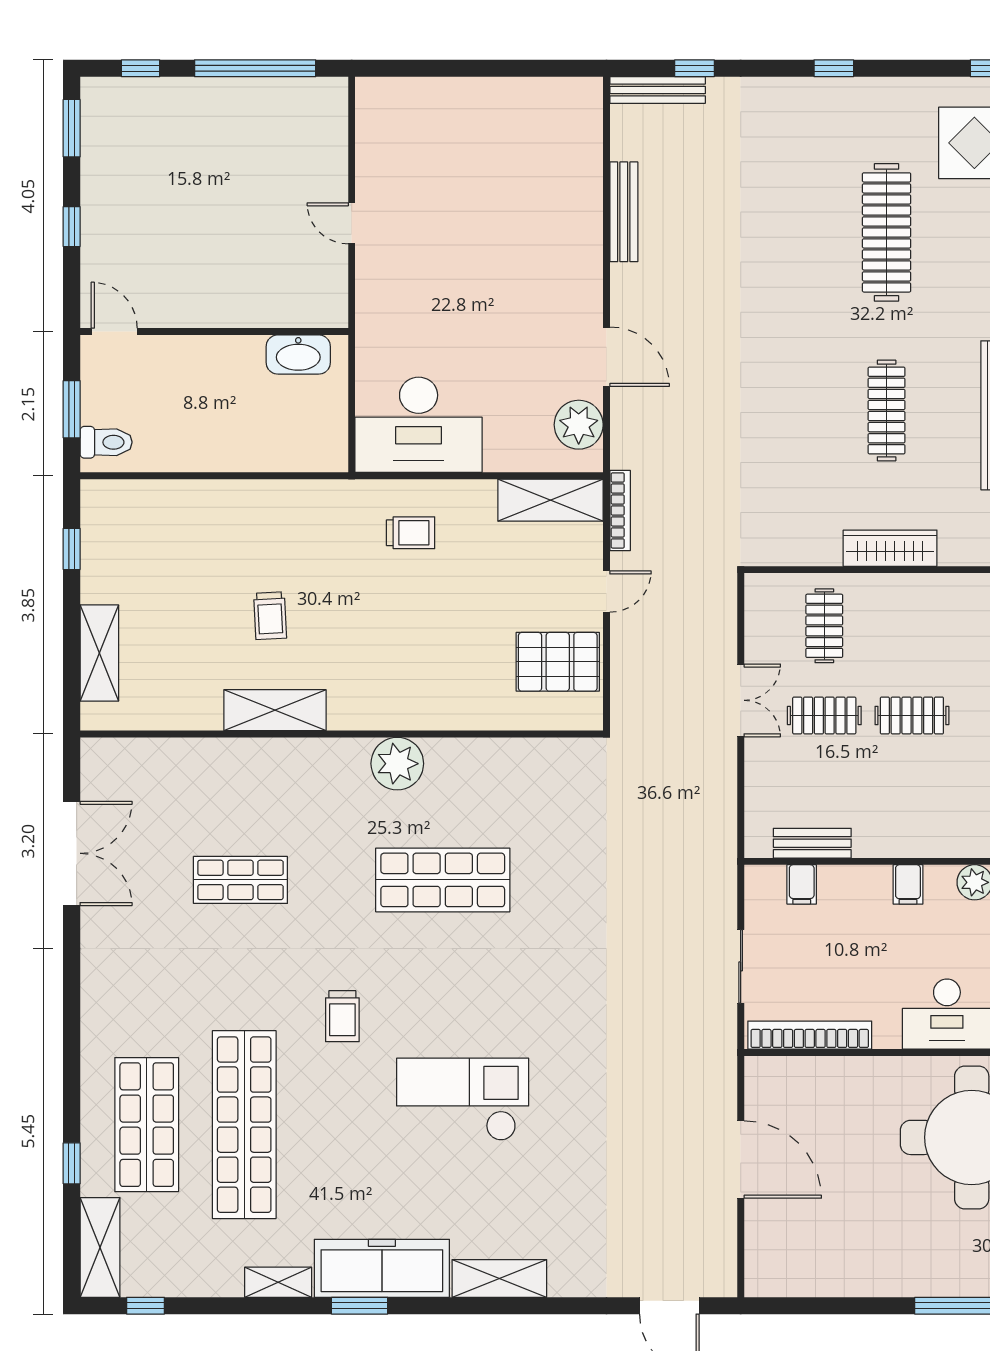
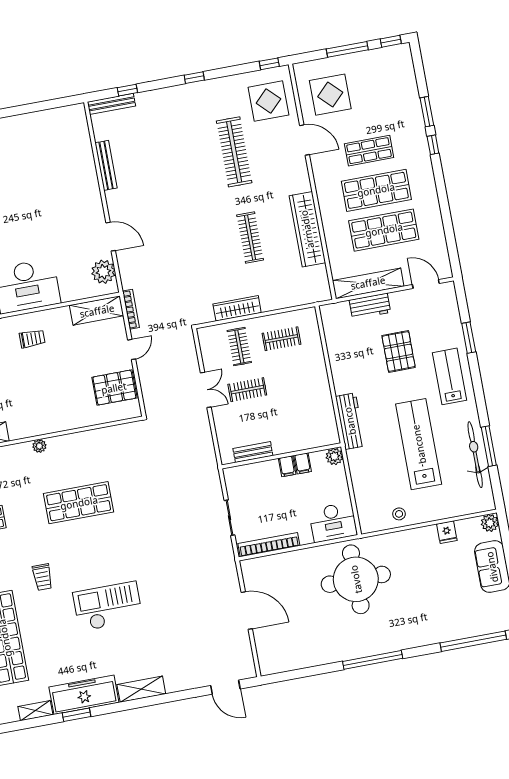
wardrobe: (890, 548) -> (237, 308), moved
clothes rail: (912, 715) -> (281, 339), moved
plant: (397, 764) -> (39, 446), width x0.53, depth x0.53
filing cabinet: (802, 884) -> (287, 466), moved

